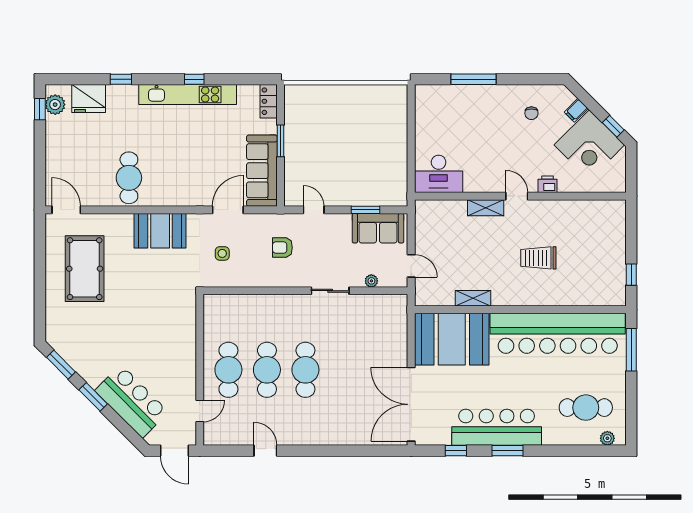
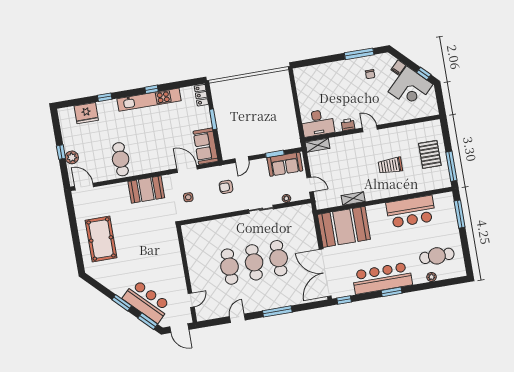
window: (473, 79) -> (359, 54), moved
plant: (55, 105) -> (72, 157), moved
window: (40, 109) -> (61, 152), moved
sofa: (262, 171) -> (206, 146), width x0.73
printer: (548, 184) -> (348, 125), moved
shelving: (486, 208) -> (317, 145), moved
door: (228, 210) -> (187, 169), hinge flipped
door: (314, 210) -> (242, 160), swing flipped
pallet: (601, 251) -> (430, 154), added
pool table: (85, 269) -> (101, 239), moved
window: (631, 275) -> (451, 166), width x2.17
bar counter: (558, 333) -> (411, 212), width x0.54
window: (61, 365) -> (148, 321), moved
cafe table: (228, 370) -> (279, 258), moved
plant: (607, 438) -> (432, 277), moved
door: (265, 451) -> (237, 318), hinge flipped
window: (328, 451) -> (277, 311), added
window: (456, 451) -> (344, 300), moved

